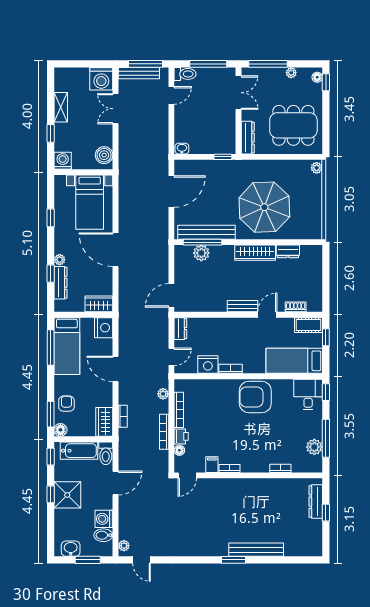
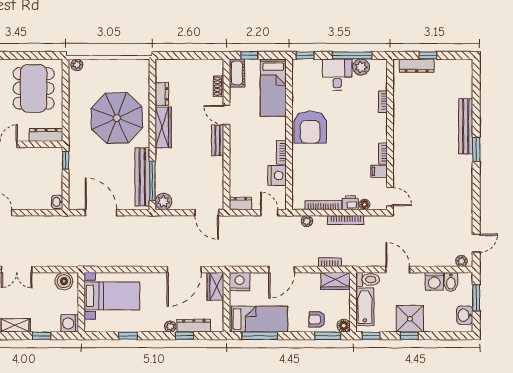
door: (115, 250) -> (184, 270), moved
plant: (201, 253) -> (164, 202), moved
desk: (308, 394) -> (337, 75), moved, turned 90

